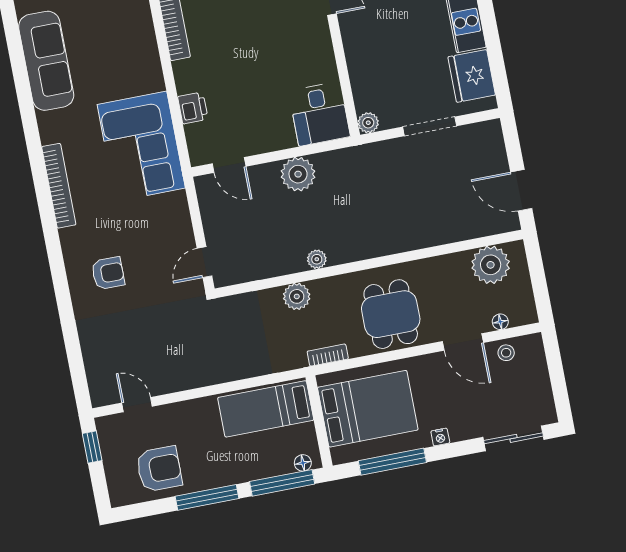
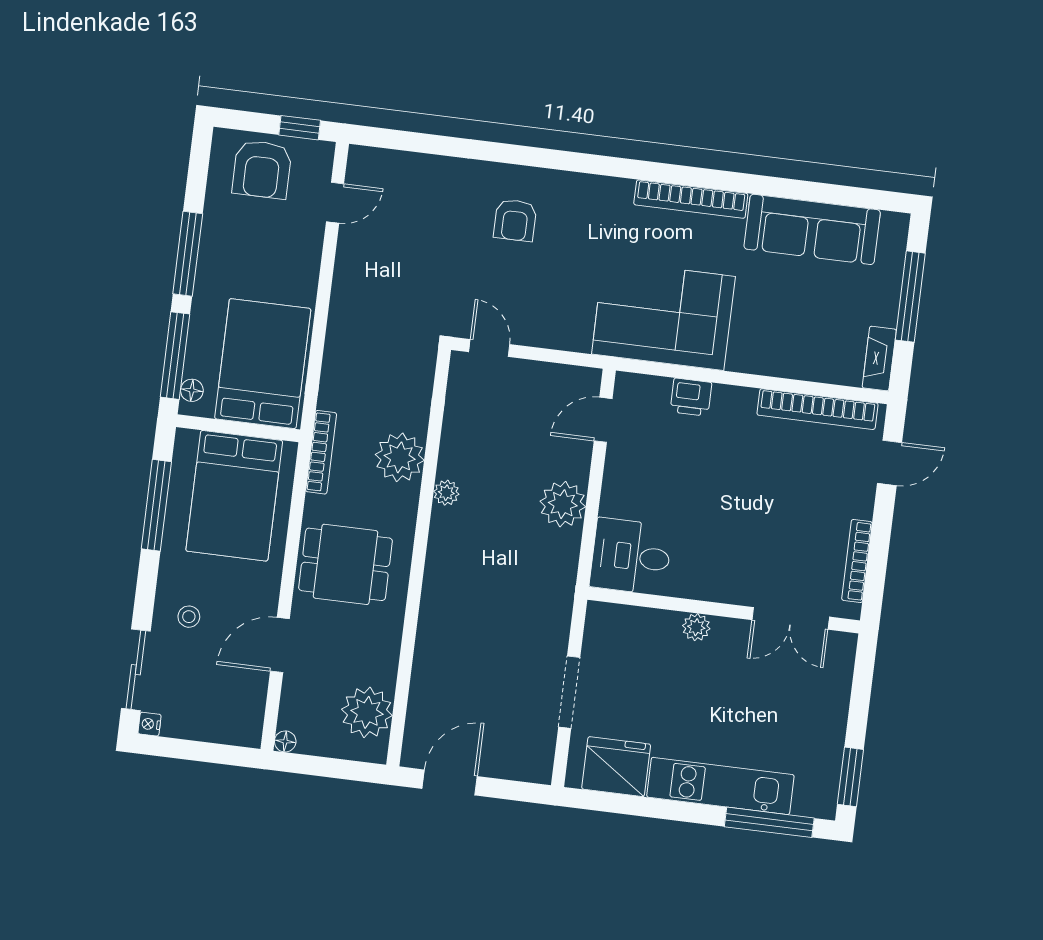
plant: (368, 123) -> (696, 627), moved
bookcase: (59, 186) -> (691, 199), moved
plant: (297, 296) -> (400, 457), width x1.36, depth x1.36
floor lamp: (500, 322) -> (285, 741), moved
stool: (506, 353) -> (189, 617), moved
bookcase: (328, 355) -> (321, 452), width x1.56
bed: (266, 409) -> (263, 364), width x1.50
nightstand: (440, 437) -> (149, 724), moved
armchair: (159, 469) -> (262, 169), moved

